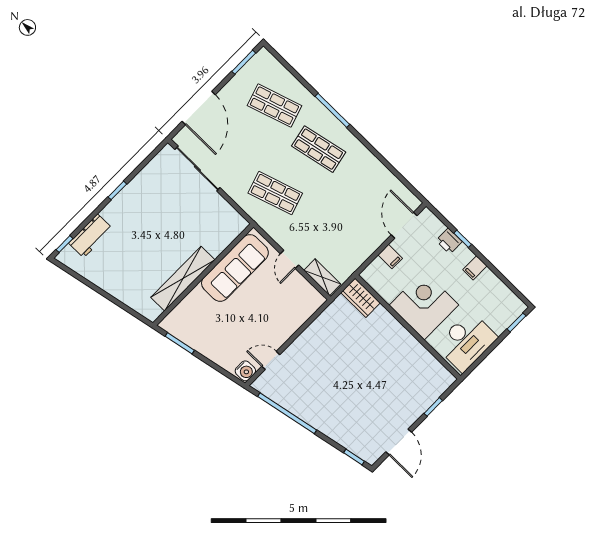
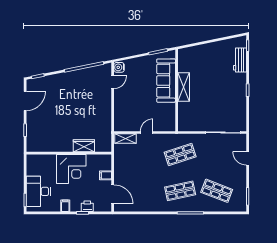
shop shelf: (274, 106) -> (217, 191), turned 39
door: (199, 108) -> (248, 158), width x0.53
door: (290, 259) -> (147, 133), hinge flipped
sofa: (235, 268) -> (166, 81), moved
shelving: (183, 279) -> (184, 87), width x0.68
wardrobe: (361, 298) -> (84, 146), moved
desk: (466, 341) -> (38, 191), moved
door: (399, 442) -> (25, 101), swing flipped

